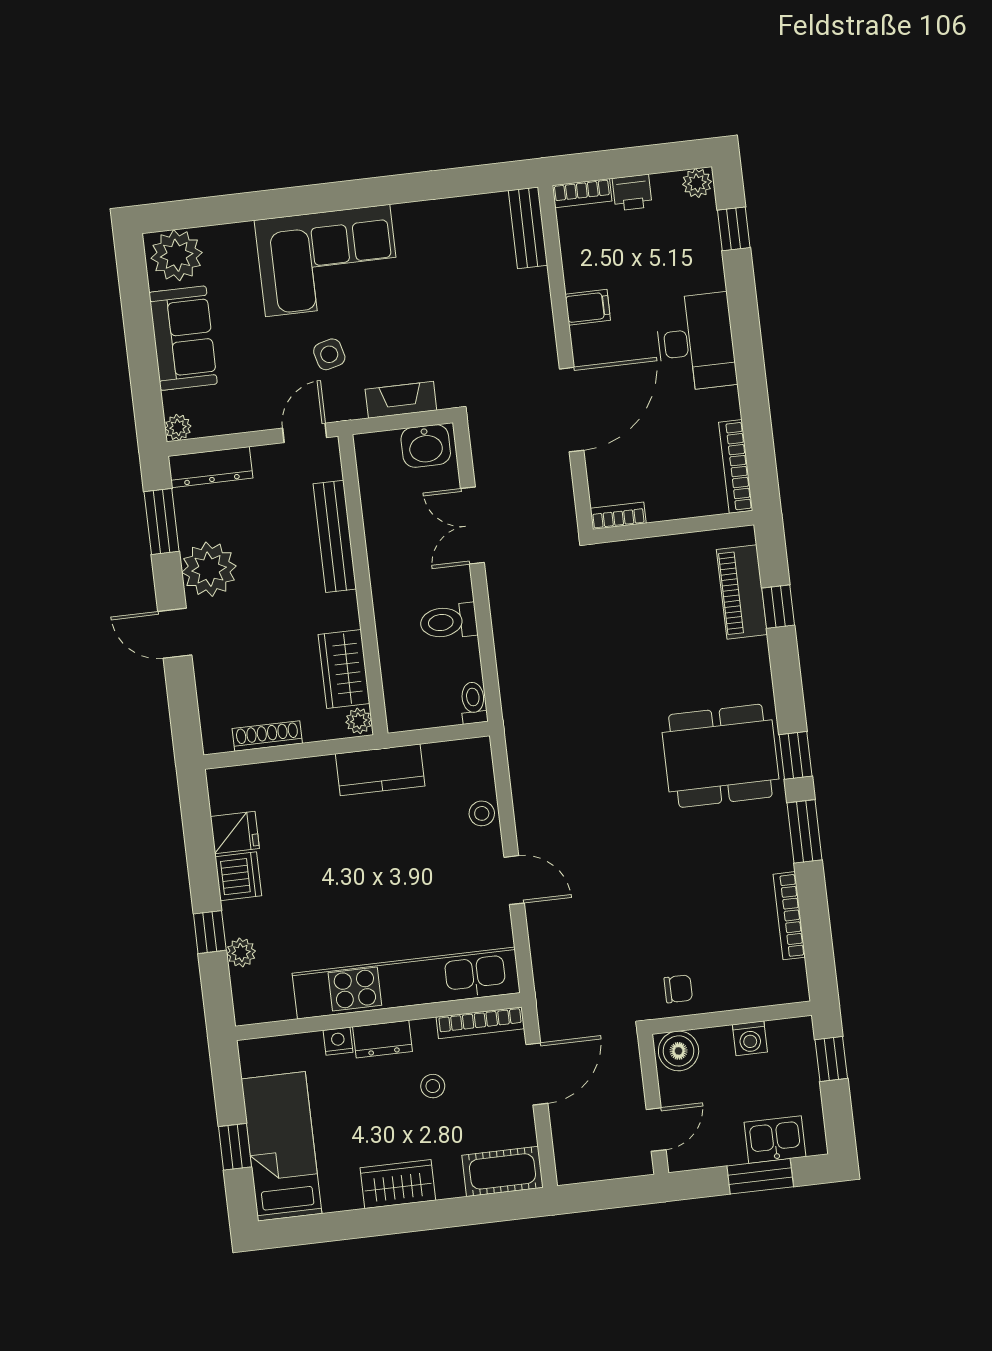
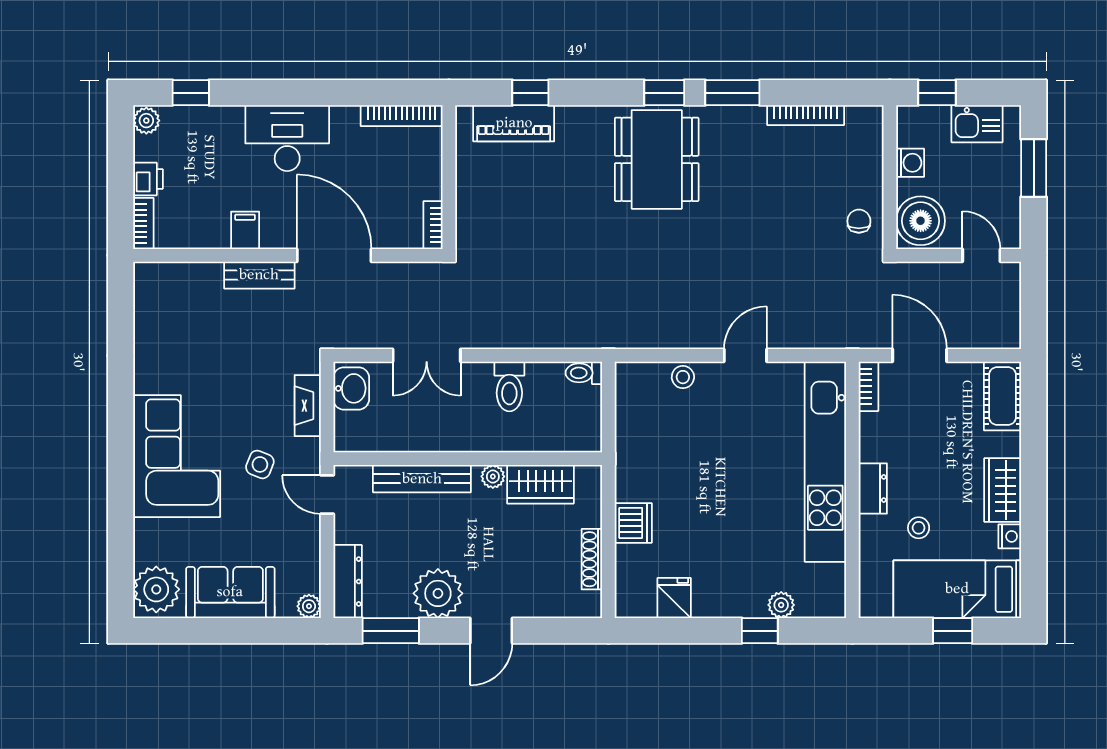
bench: (528, 228) -> (259, 275), moved
side table: (329, 354) -> (260, 464), turned 37
plant: (359, 721) -> (493, 476), moved
kitchen counter: (380, 770) -> (634, 463), removed
dishwasher: (238, 876) -> (633, 523), moved, turned 90
bookcase: (480, 1023) -> (868, 386), width x0.64
nightstand: (338, 1041) -> (1010, 536), moved, turned 180
boiler: (679, 1051) -> (921, 221), width x1.37, depth x1.37
stool: (433, 1086) -> (919, 528), moved
kitchen sink: (775, 1140) -> (977, 124), moved, turned -90

